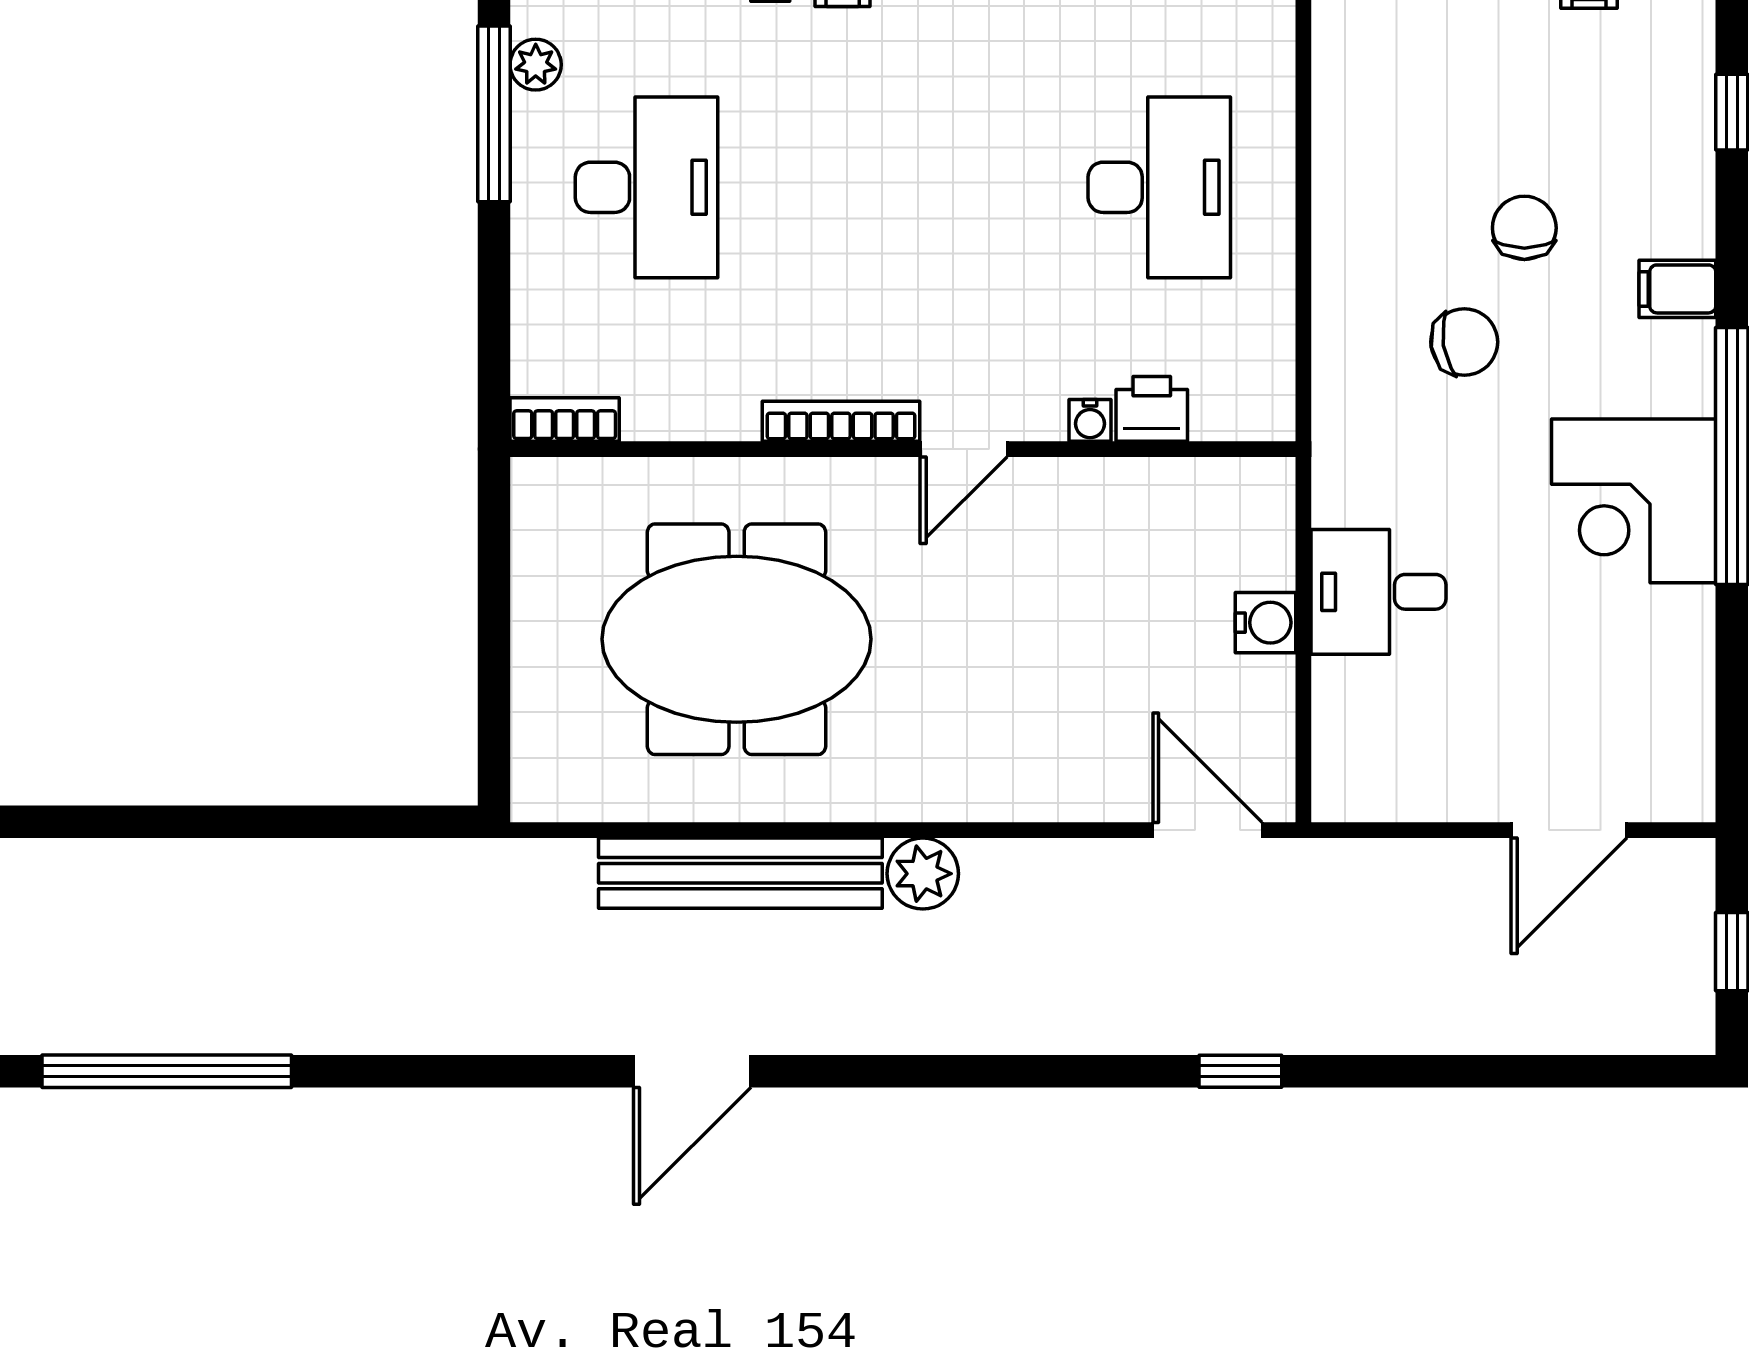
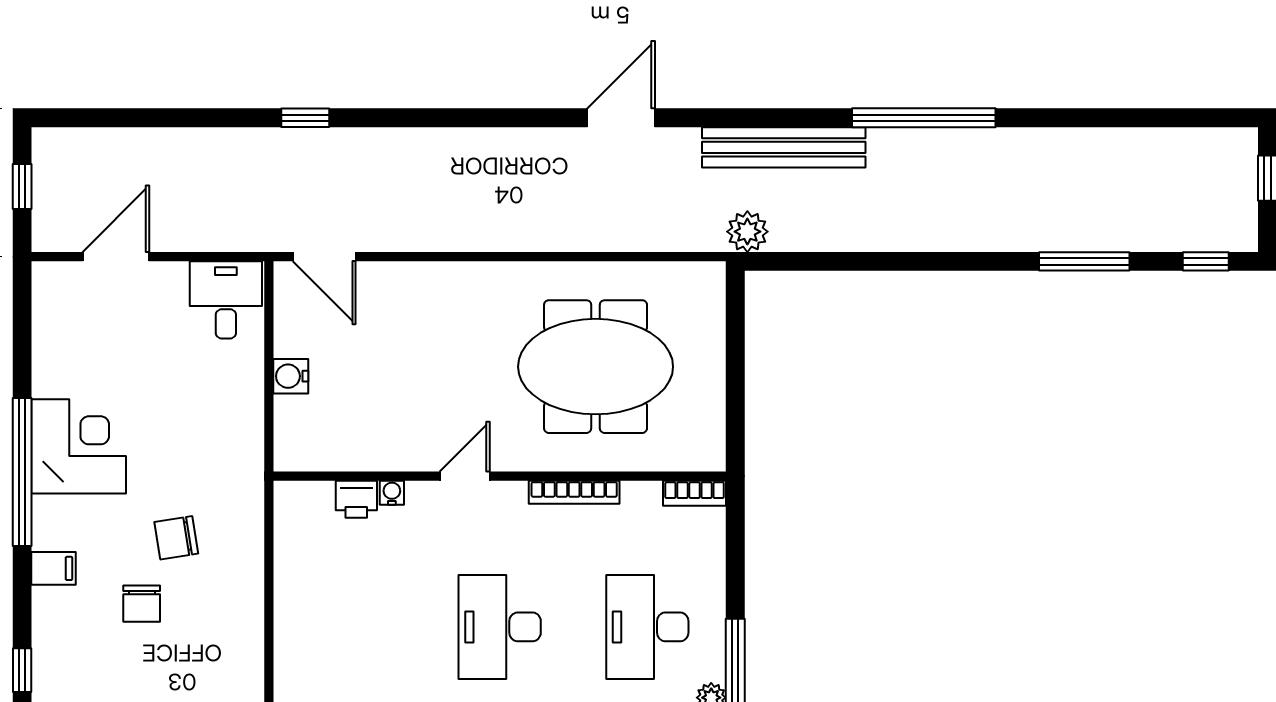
desk: (1159, 187) -> (500, 627), moved
bookcase: (841, 421) -> (574, 492), moved
desk: (1379, 592) -> (226, 300), moved, turned -90
bench: (740, 873) -> (784, 147), moved
plant: (923, 874) -> (747, 232), moved

